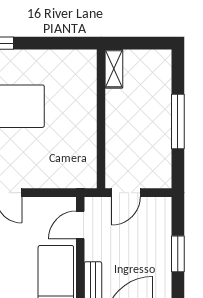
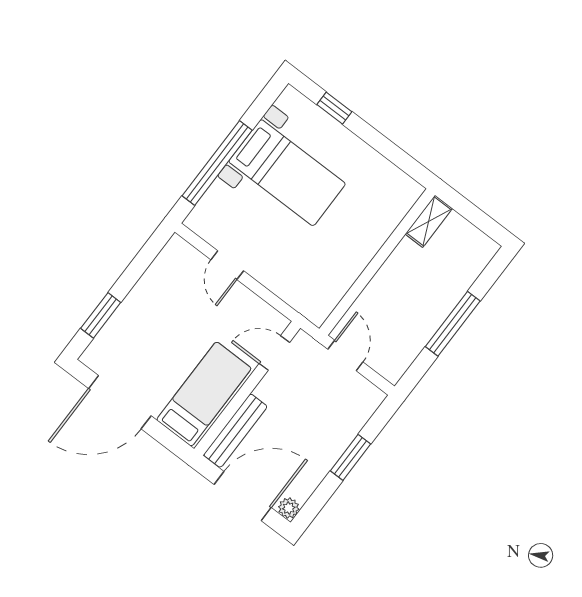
door: (126, 193) -> (345, 356), swing flipped

